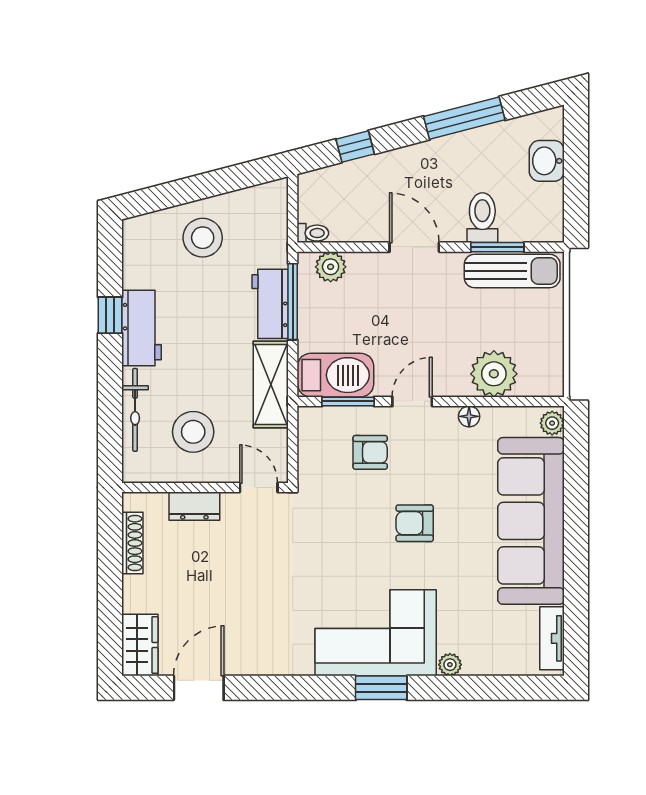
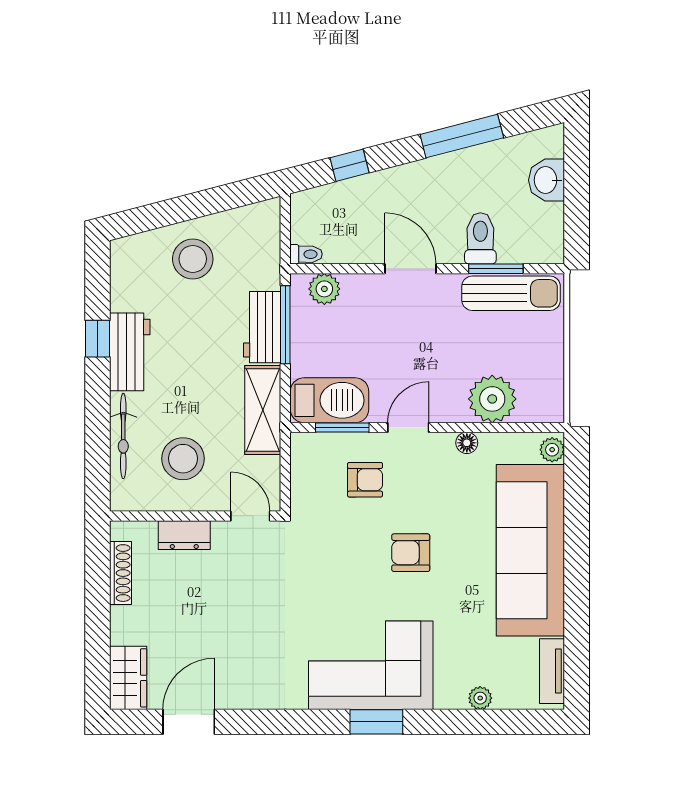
plant: (450, 665) -> (480, 698), moved

